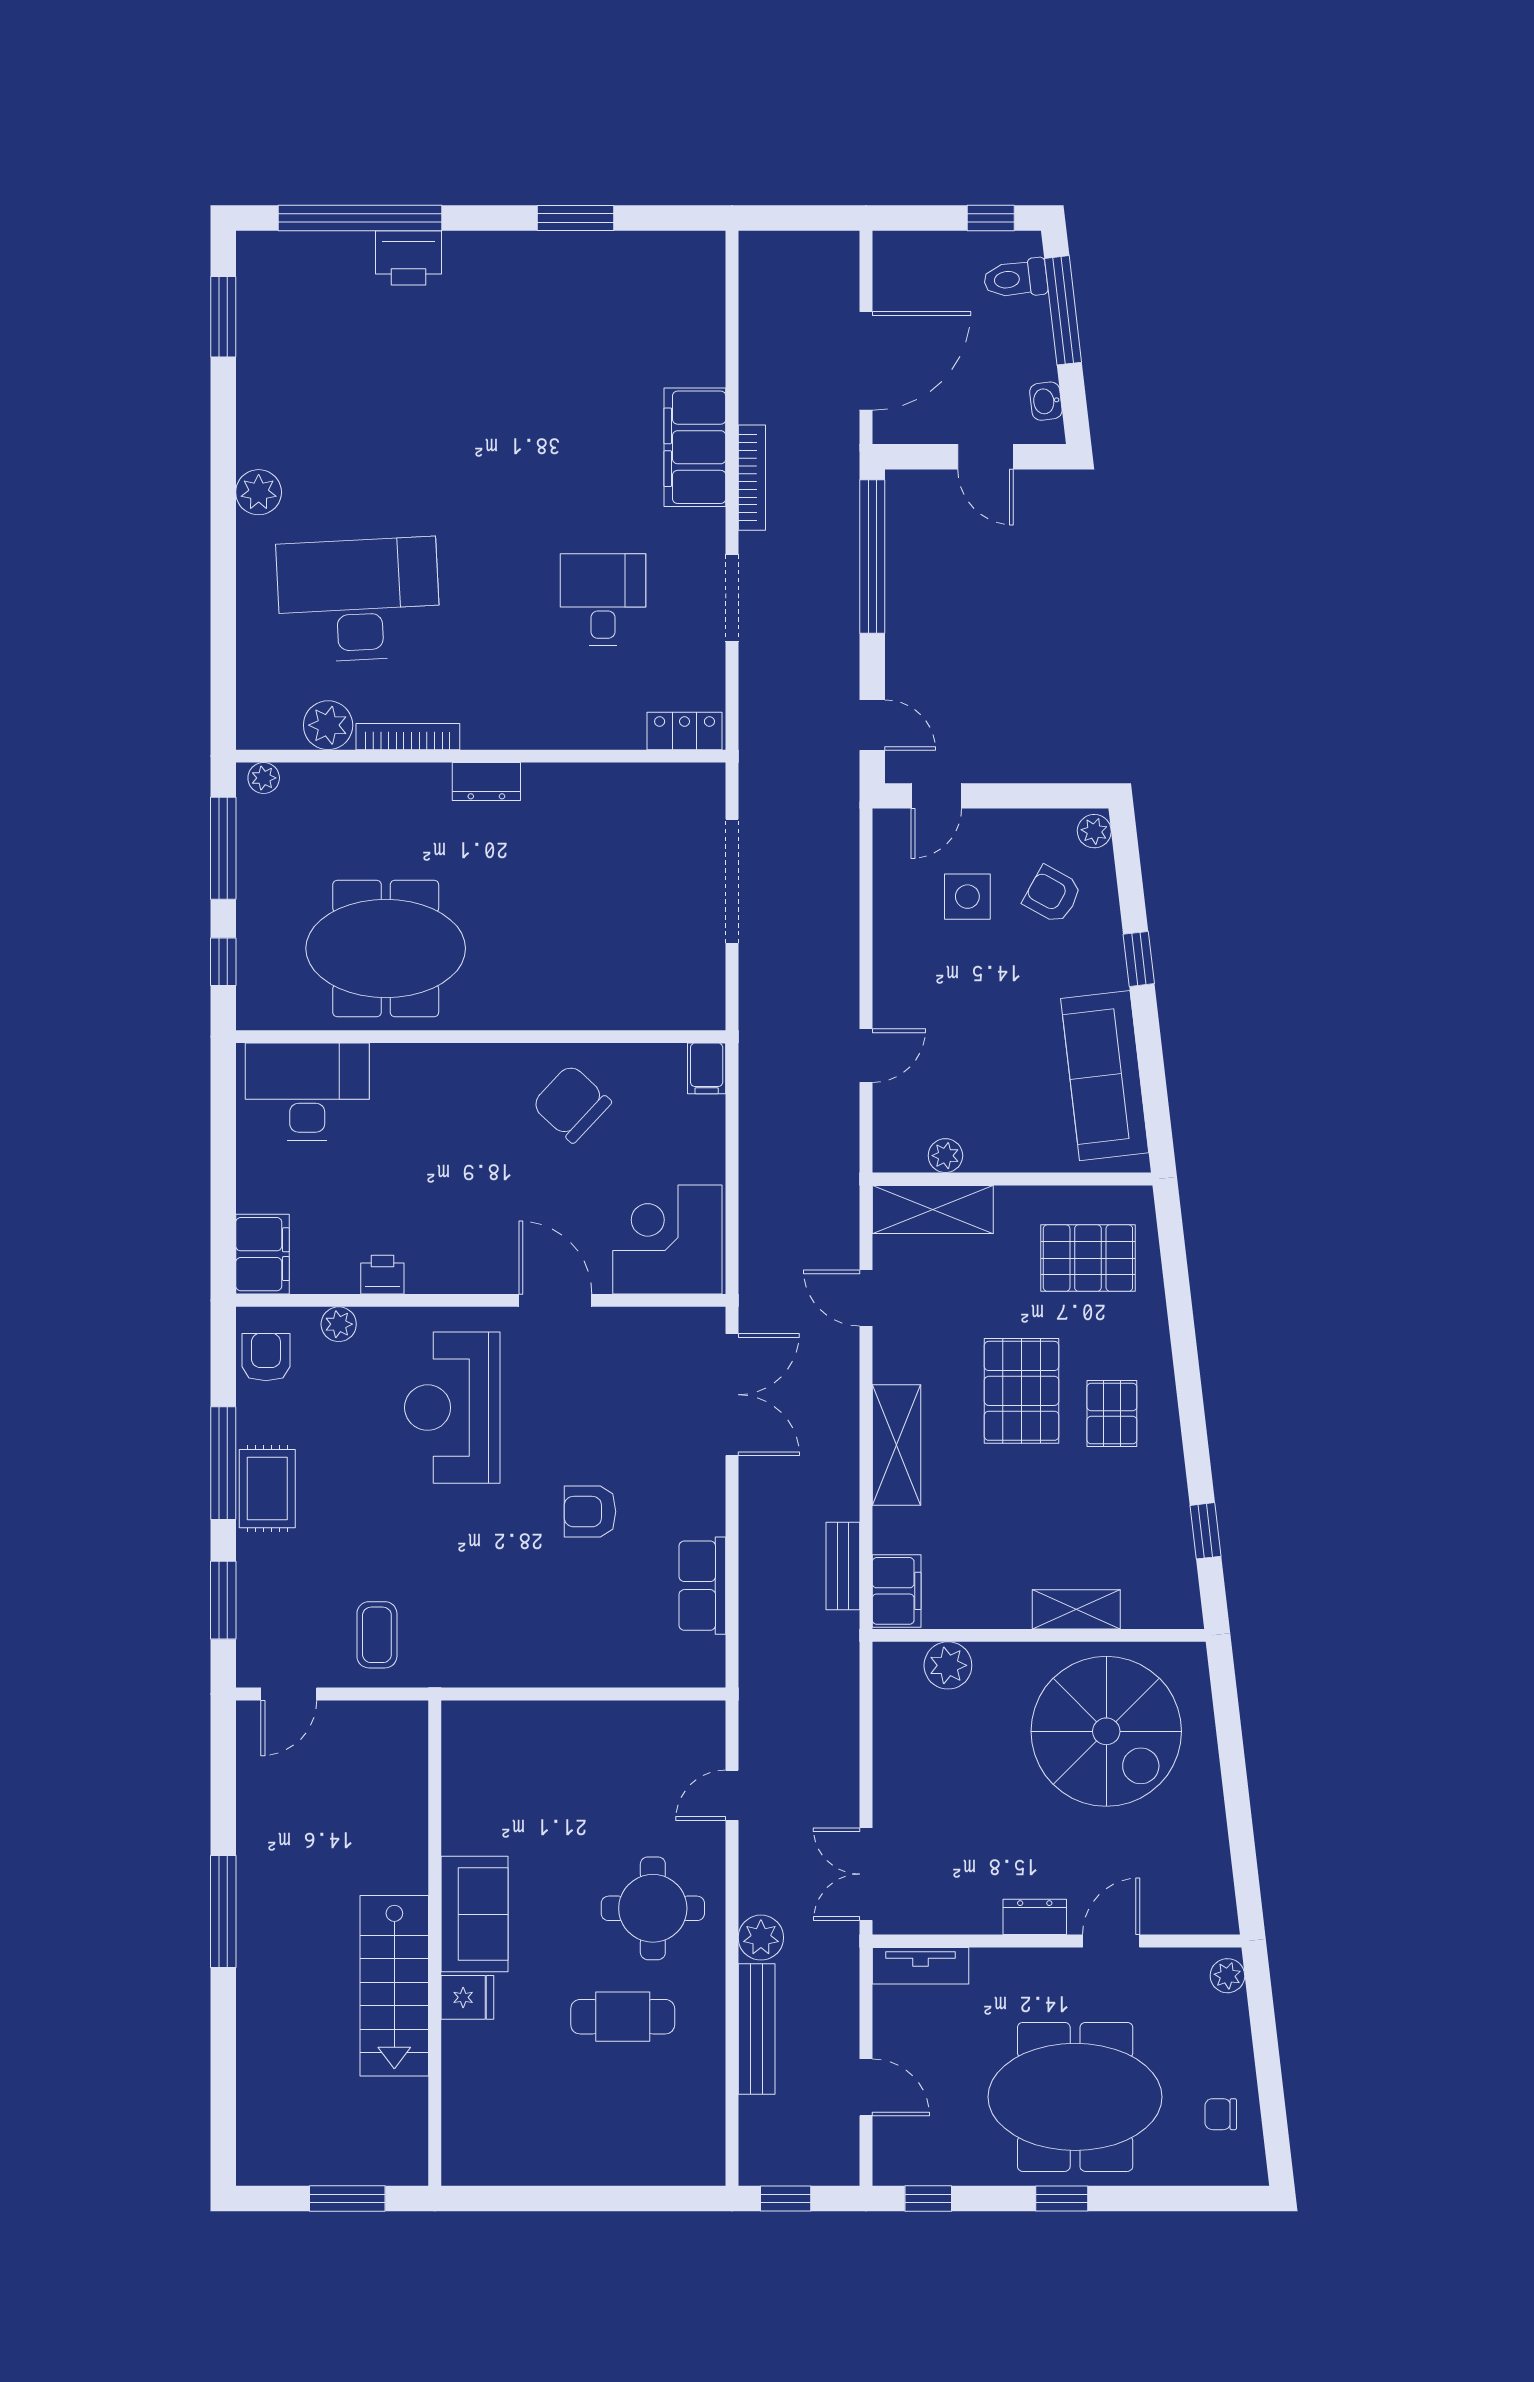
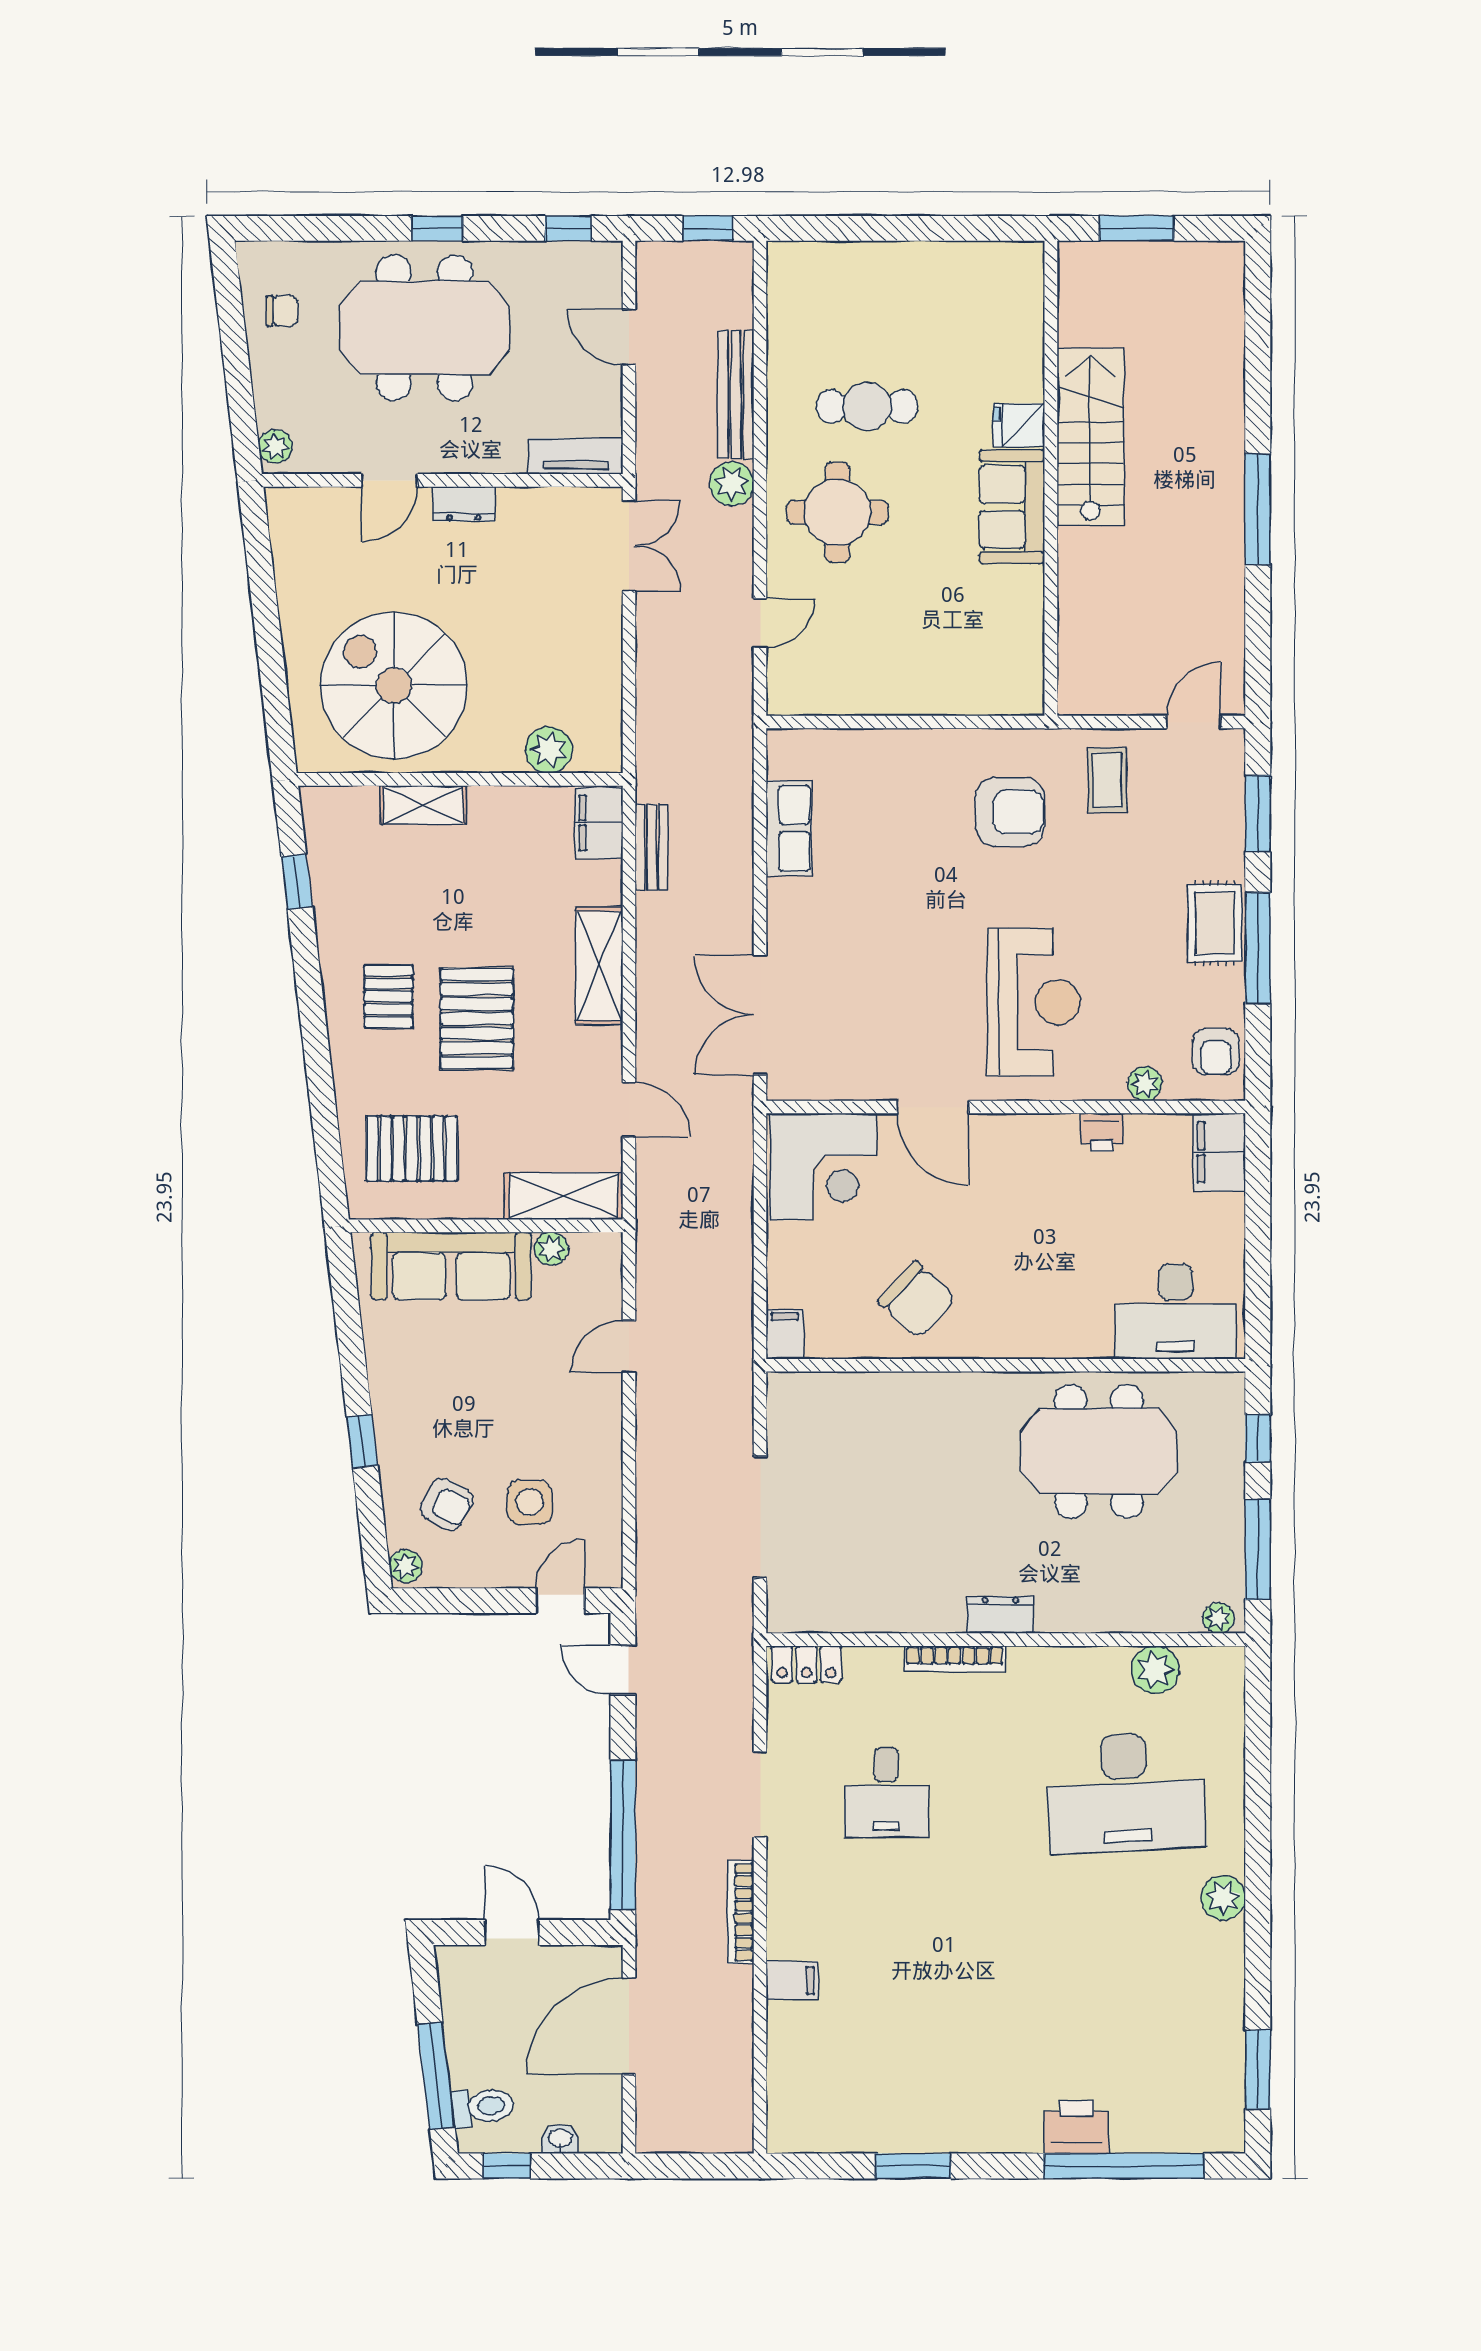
washbasin: (1046, 401) -> (560, 2139), moved, turned -83
filing cabinet: (695, 447) -> (792, 1981), width x0.33, depth x0.86
bookcase: (408, 737) -> (955, 1659), moved
sofa: (1105, 1076) -> (451, 1266), moved, turned 97
armchair: (590, 1512) -> (1010, 812), moved, width x1.38, depth x1.38

